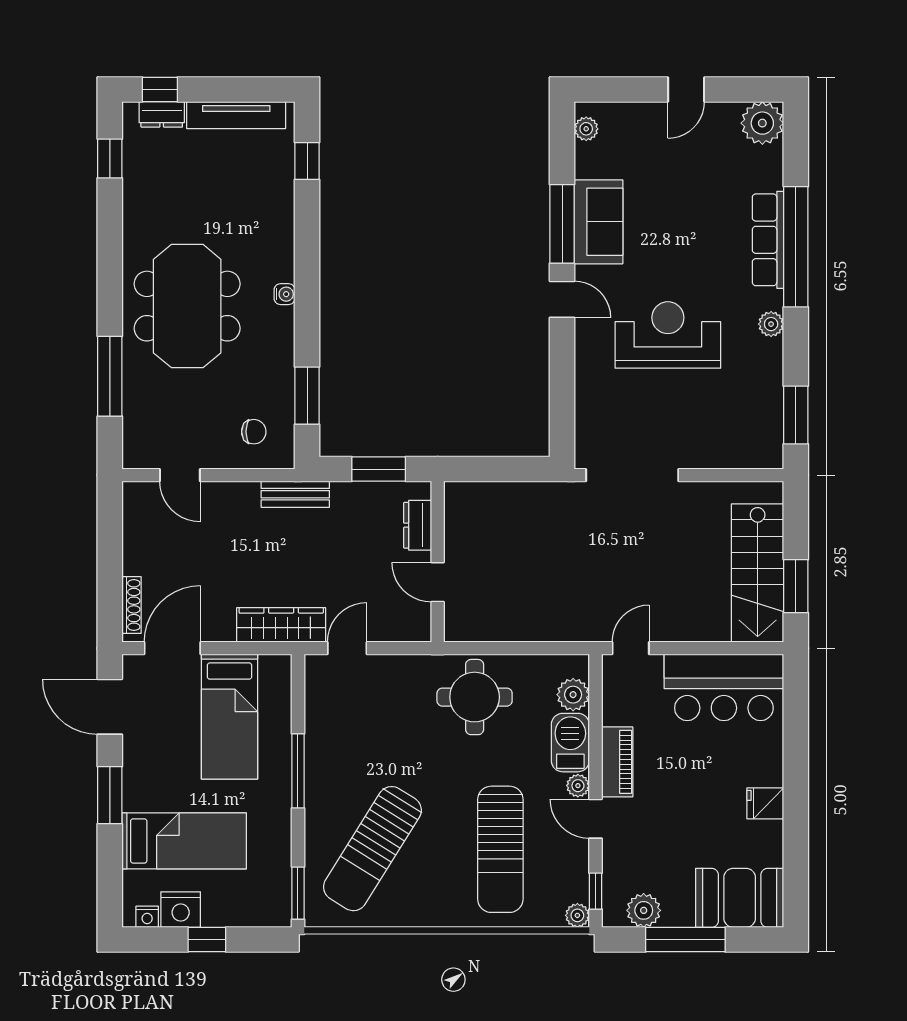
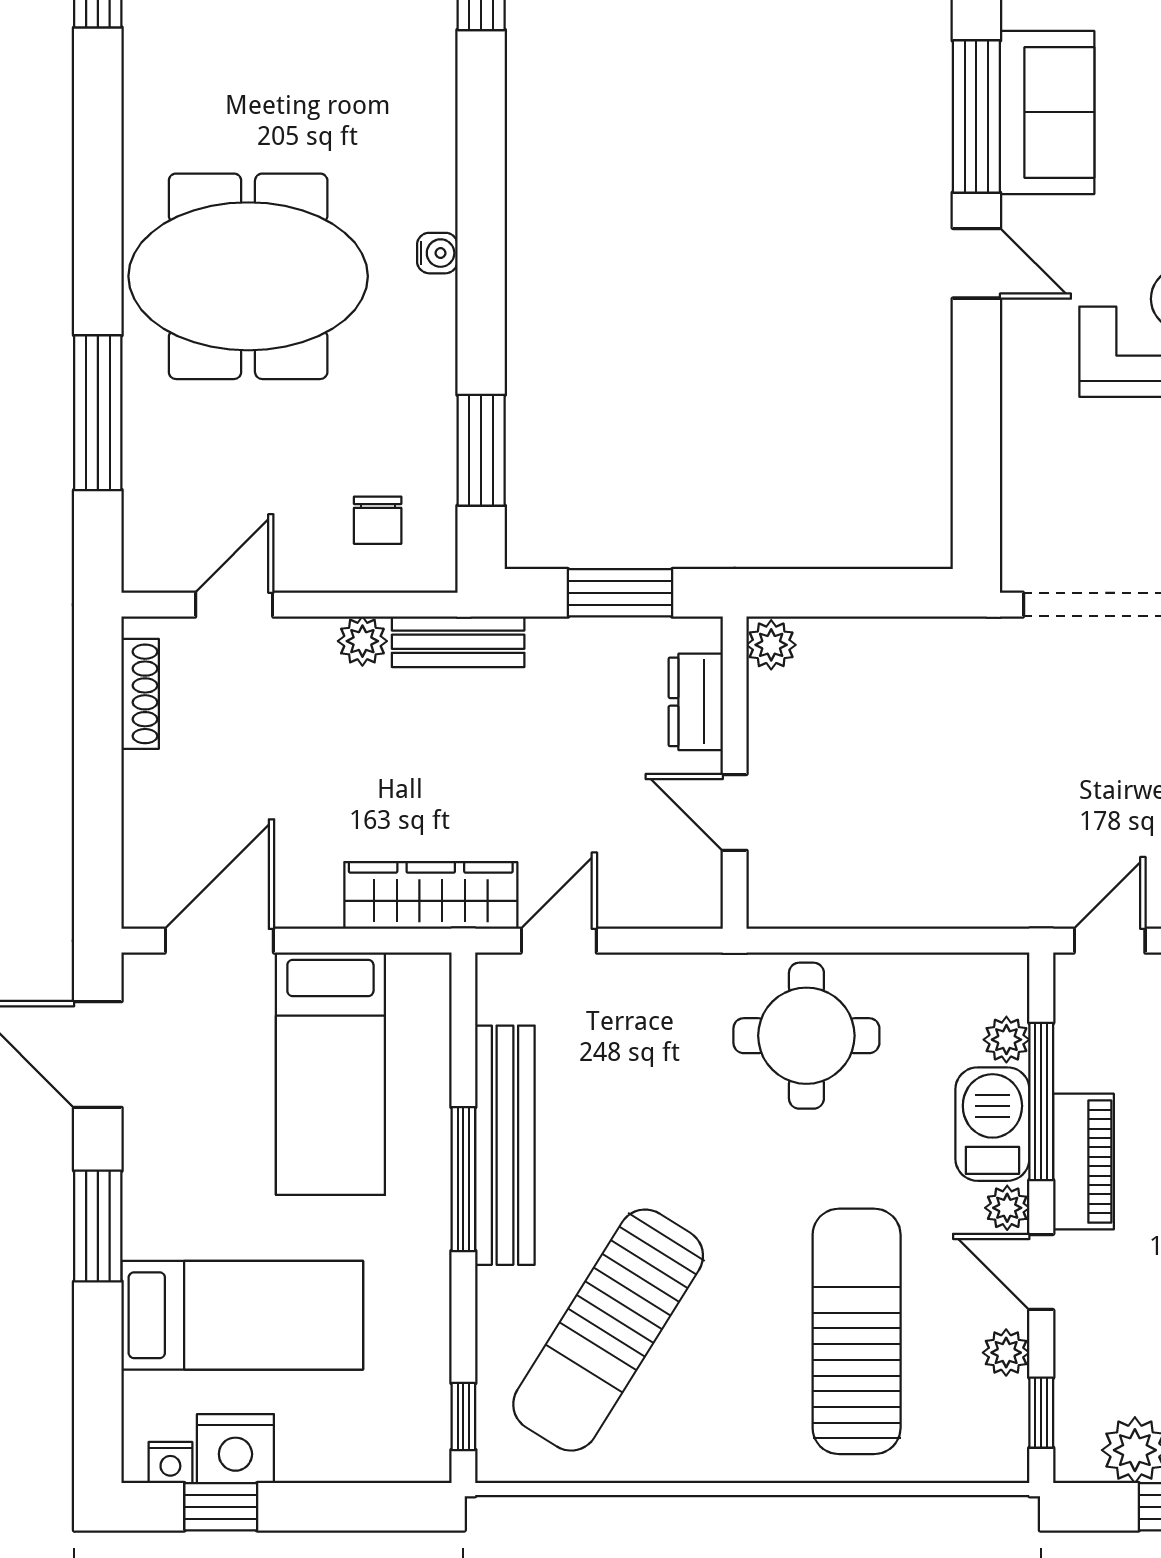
meeting table: (187, 306) -> (248, 276), turned 90
chair: (254, 432) -> (378, 520), turned 90
door: (180, 475) -> (234, 605), swing flipped
plant: (246, 494) -> (362, 641), added
plant: (456, 496) -> (771, 645), added
shoe rack: (132, 605) -> (140, 694), moved
plant: (573, 695) -> (1006, 1040), width x0.73, depth x0.73
window: (595, 731) -> (1041, 1101), added
bench: (319, 753) -> (505, 1145), added
sun lounger: (500, 849) -> (857, 1331), turned 180
window: (298, 893) -> (463, 1416), width x0.67
plant: (577, 915) -> (1006, 1353), moved
window: (207, 940) -> (221, 1507), moved

